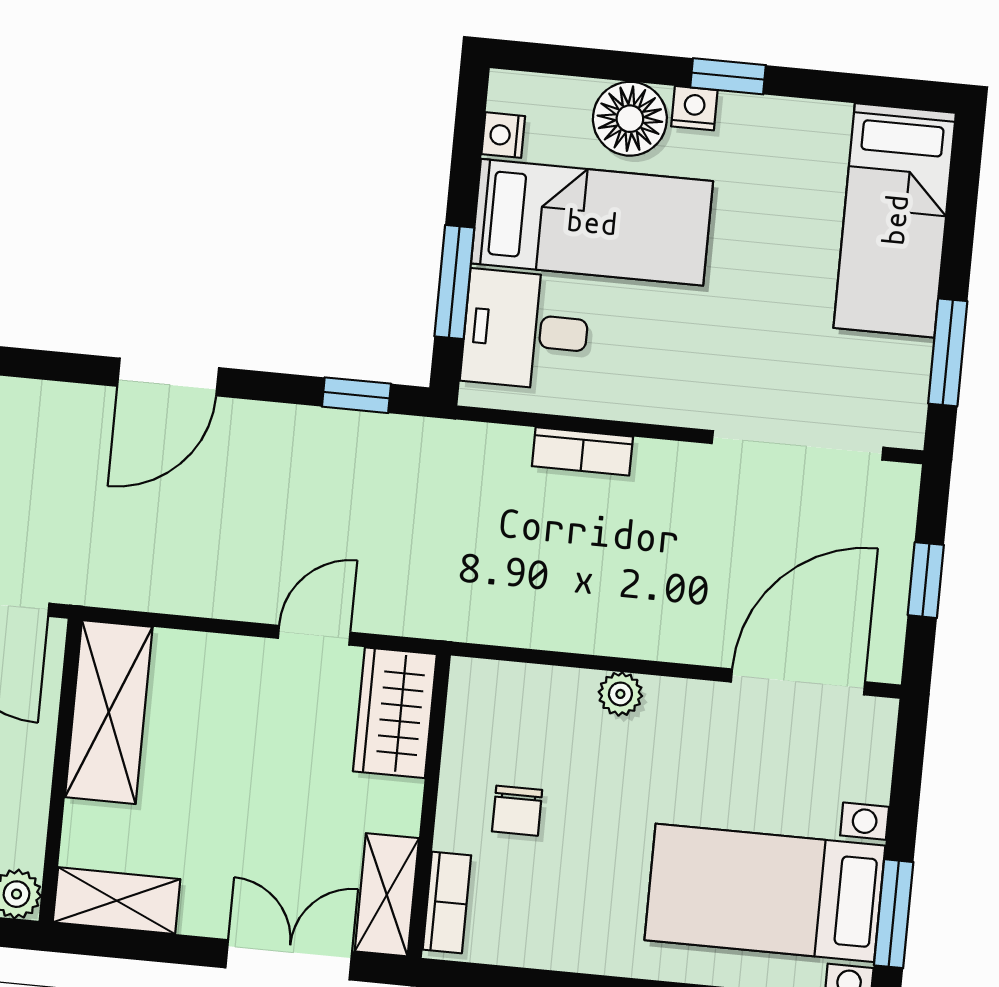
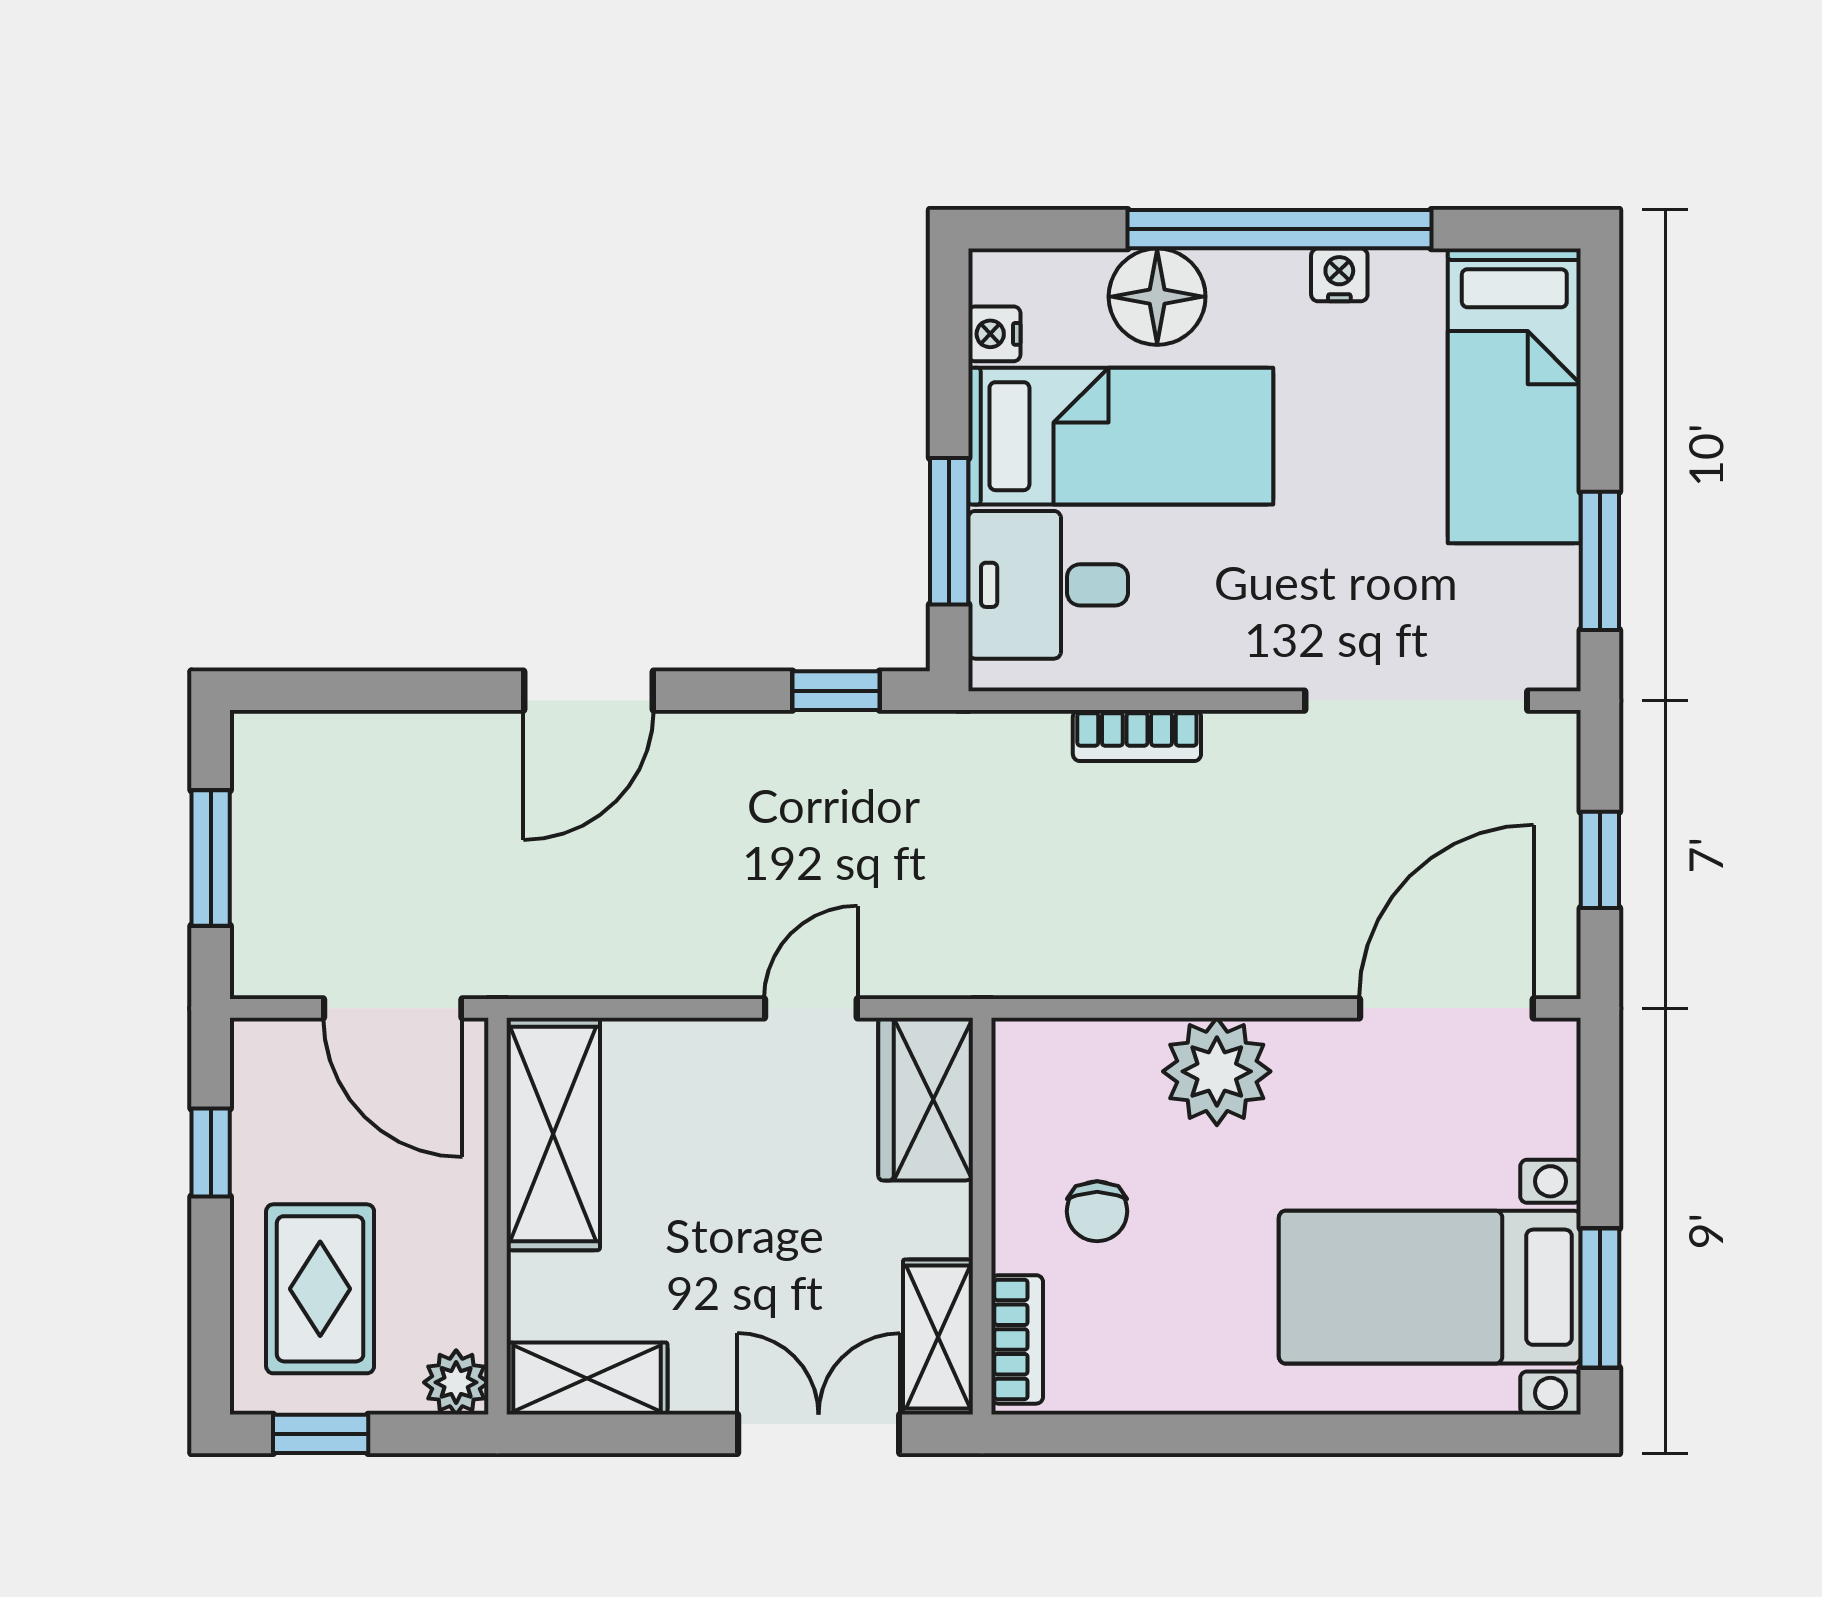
window: (728, 76) -> (1279, 229), width x3.17
nightstand: (694, 108) -> (1339, 275), moved
plant: (620, 694) -> (1217, 1071), width x1.88, depth x1.88

